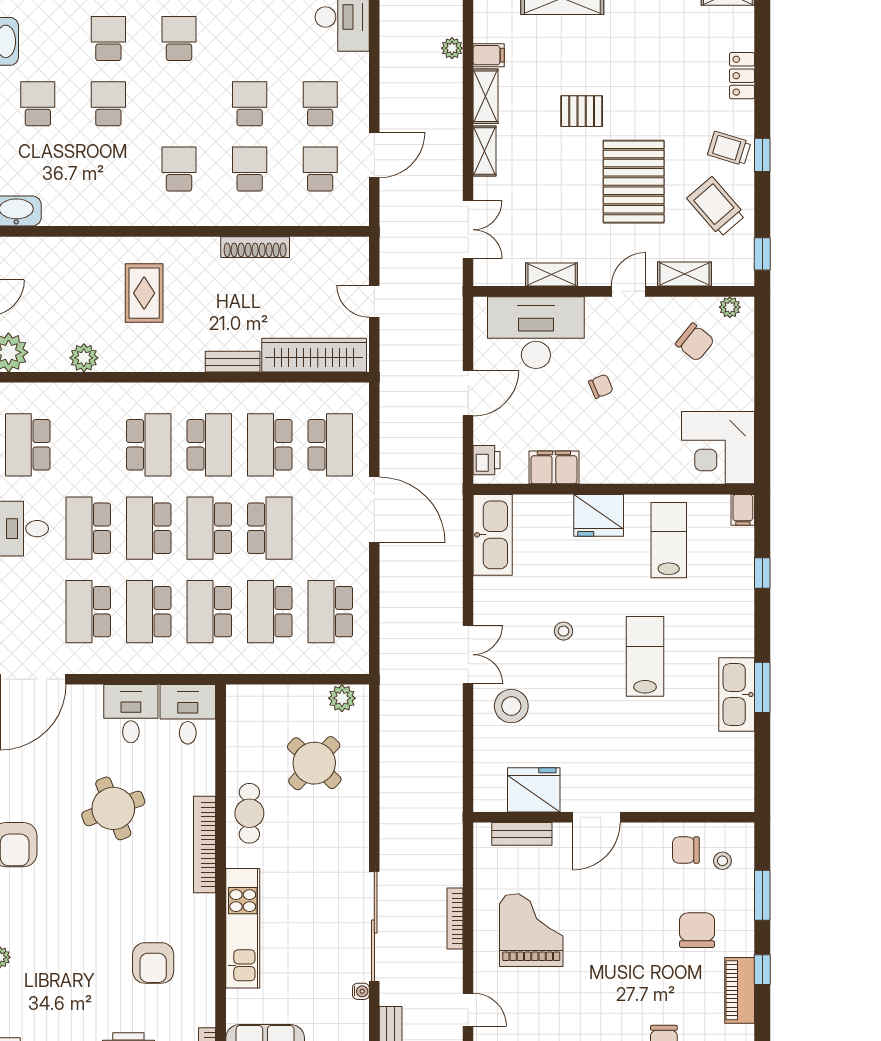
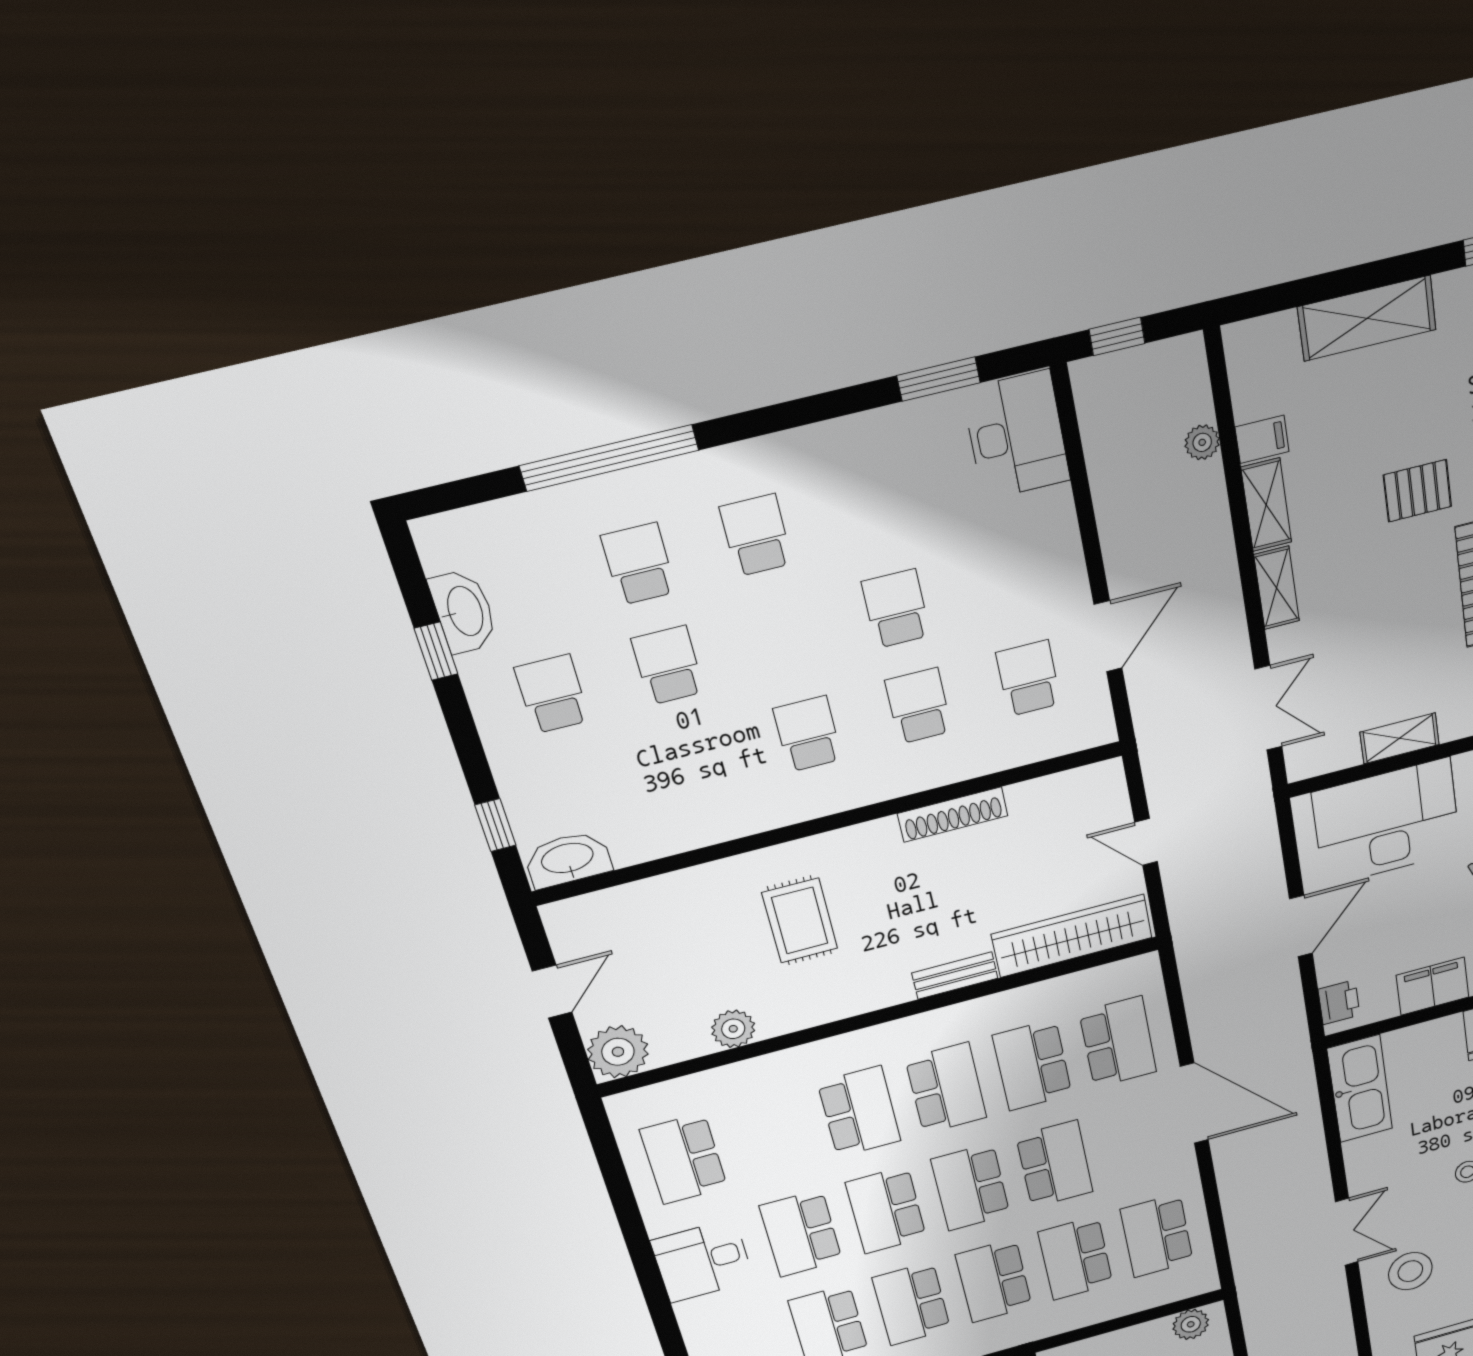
school desk: (320, 104) -> (1008, 581), removed

